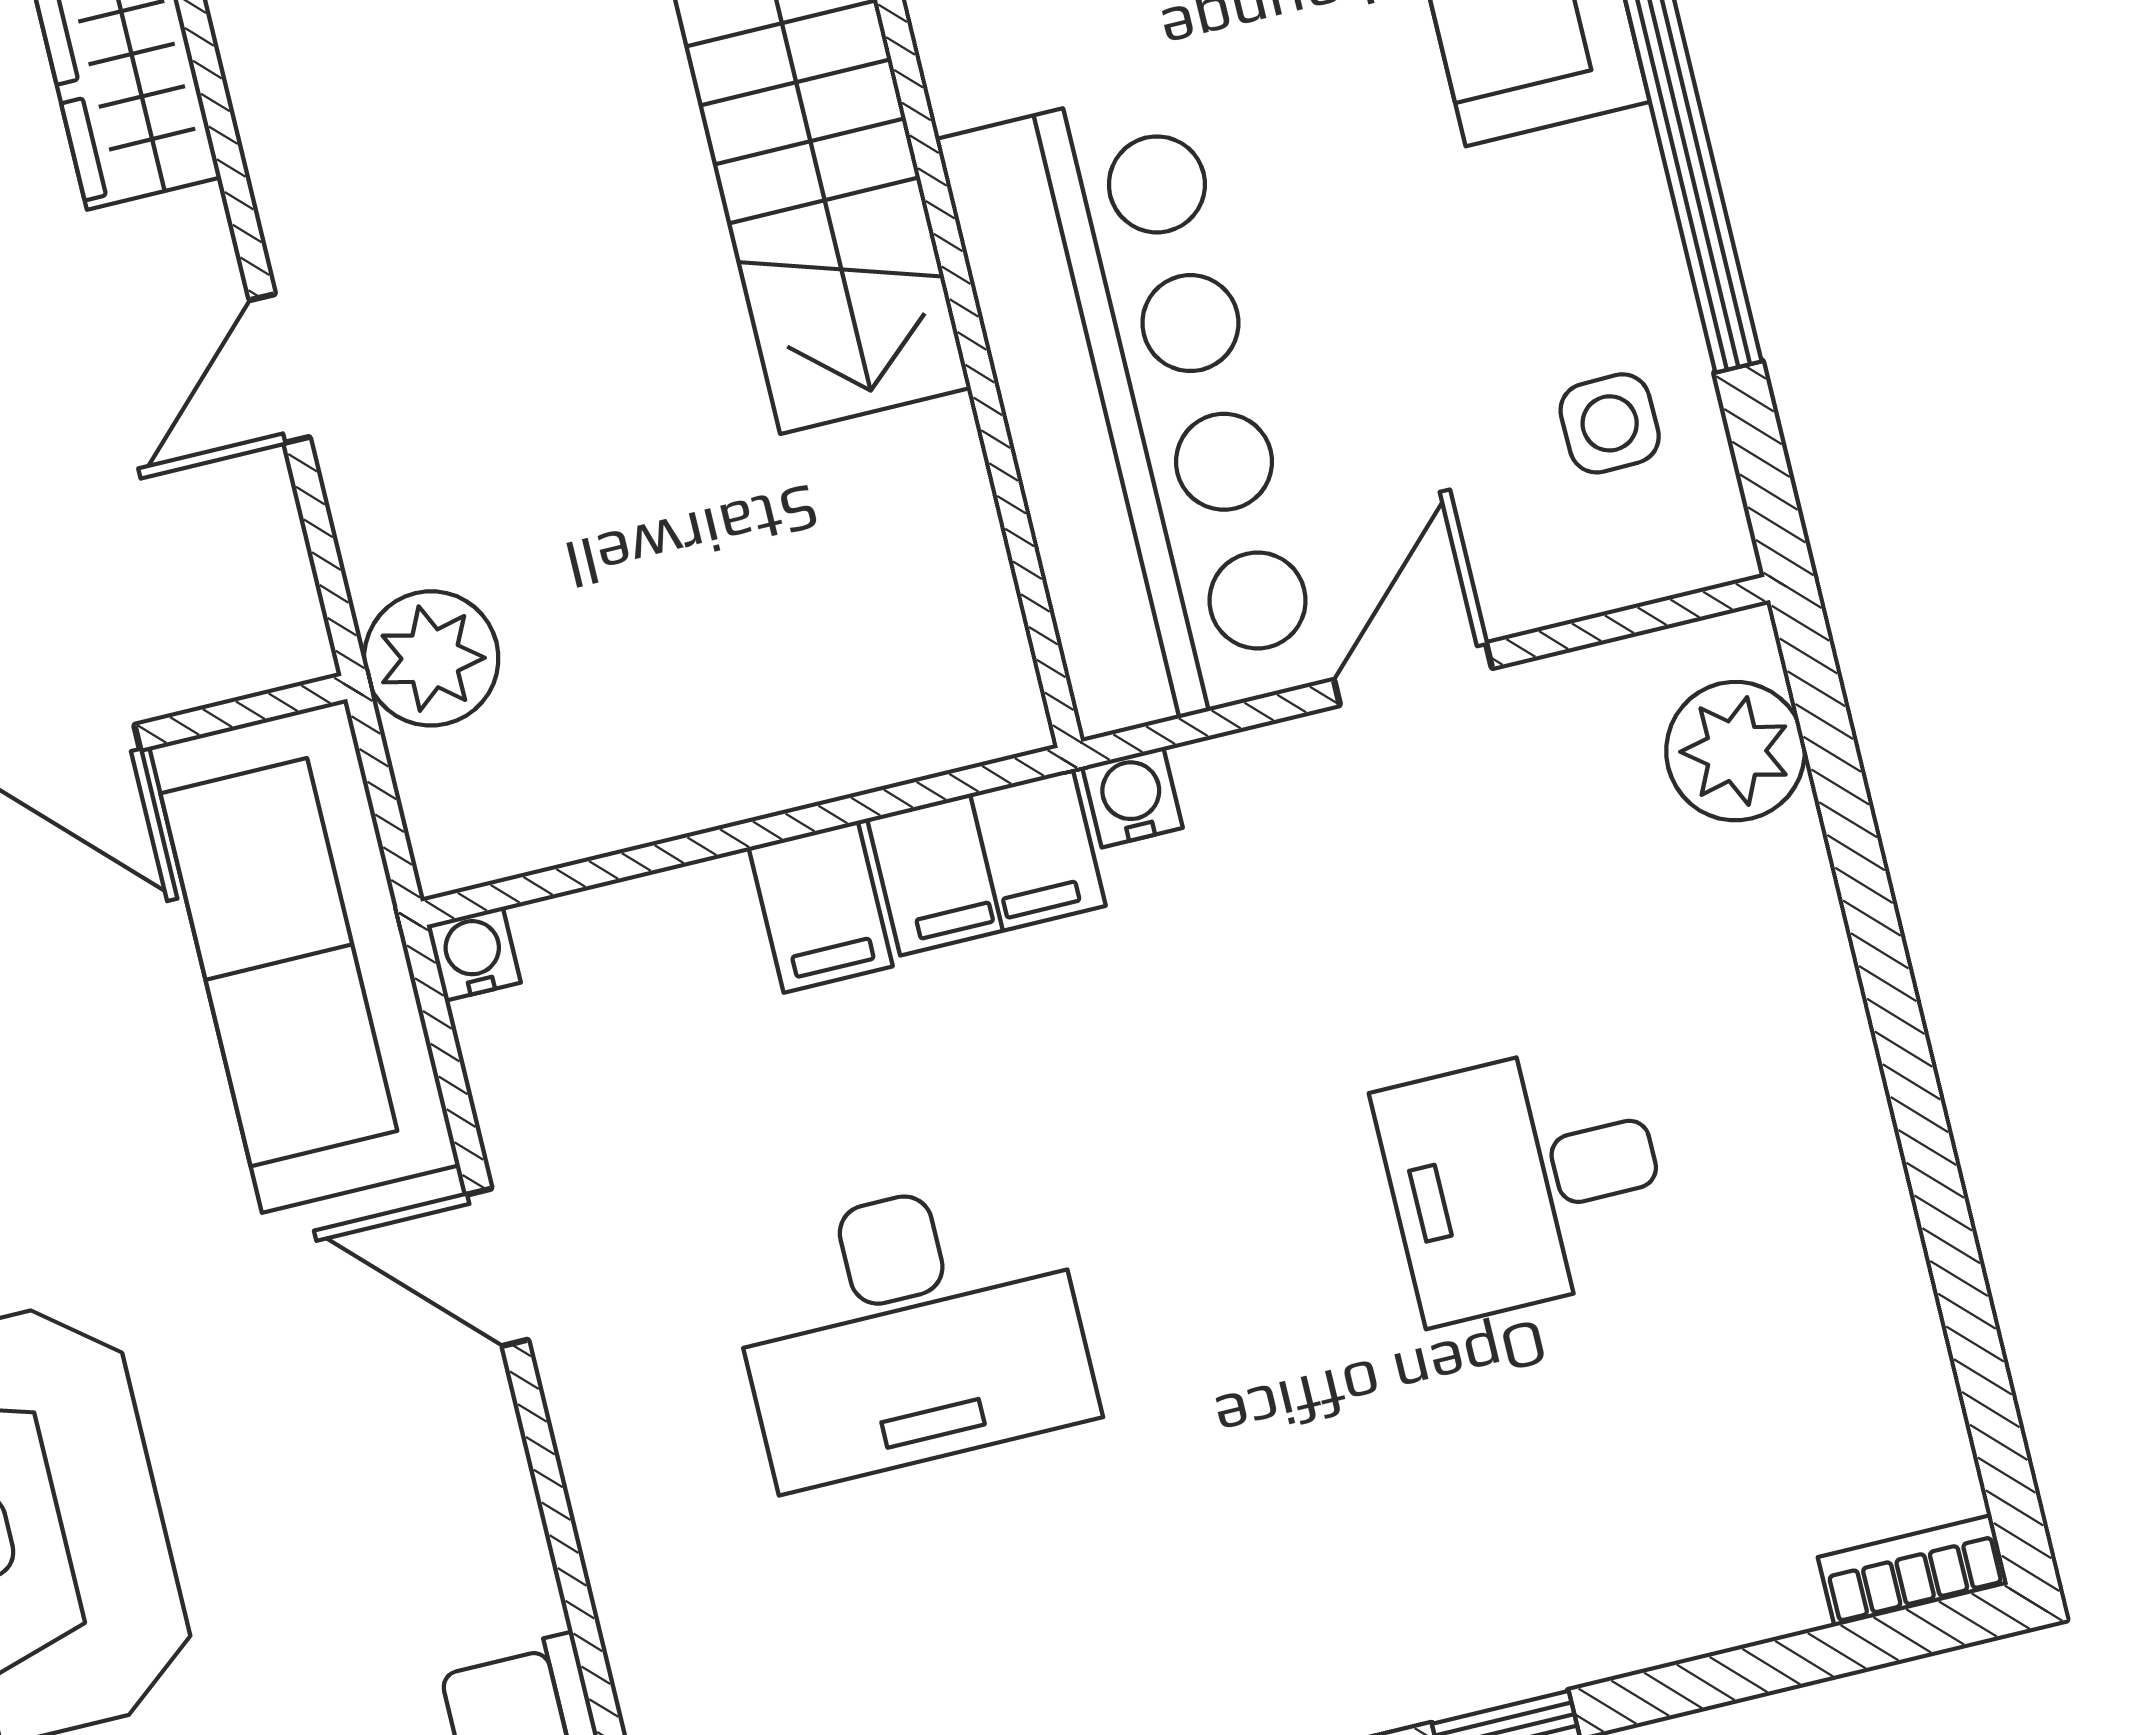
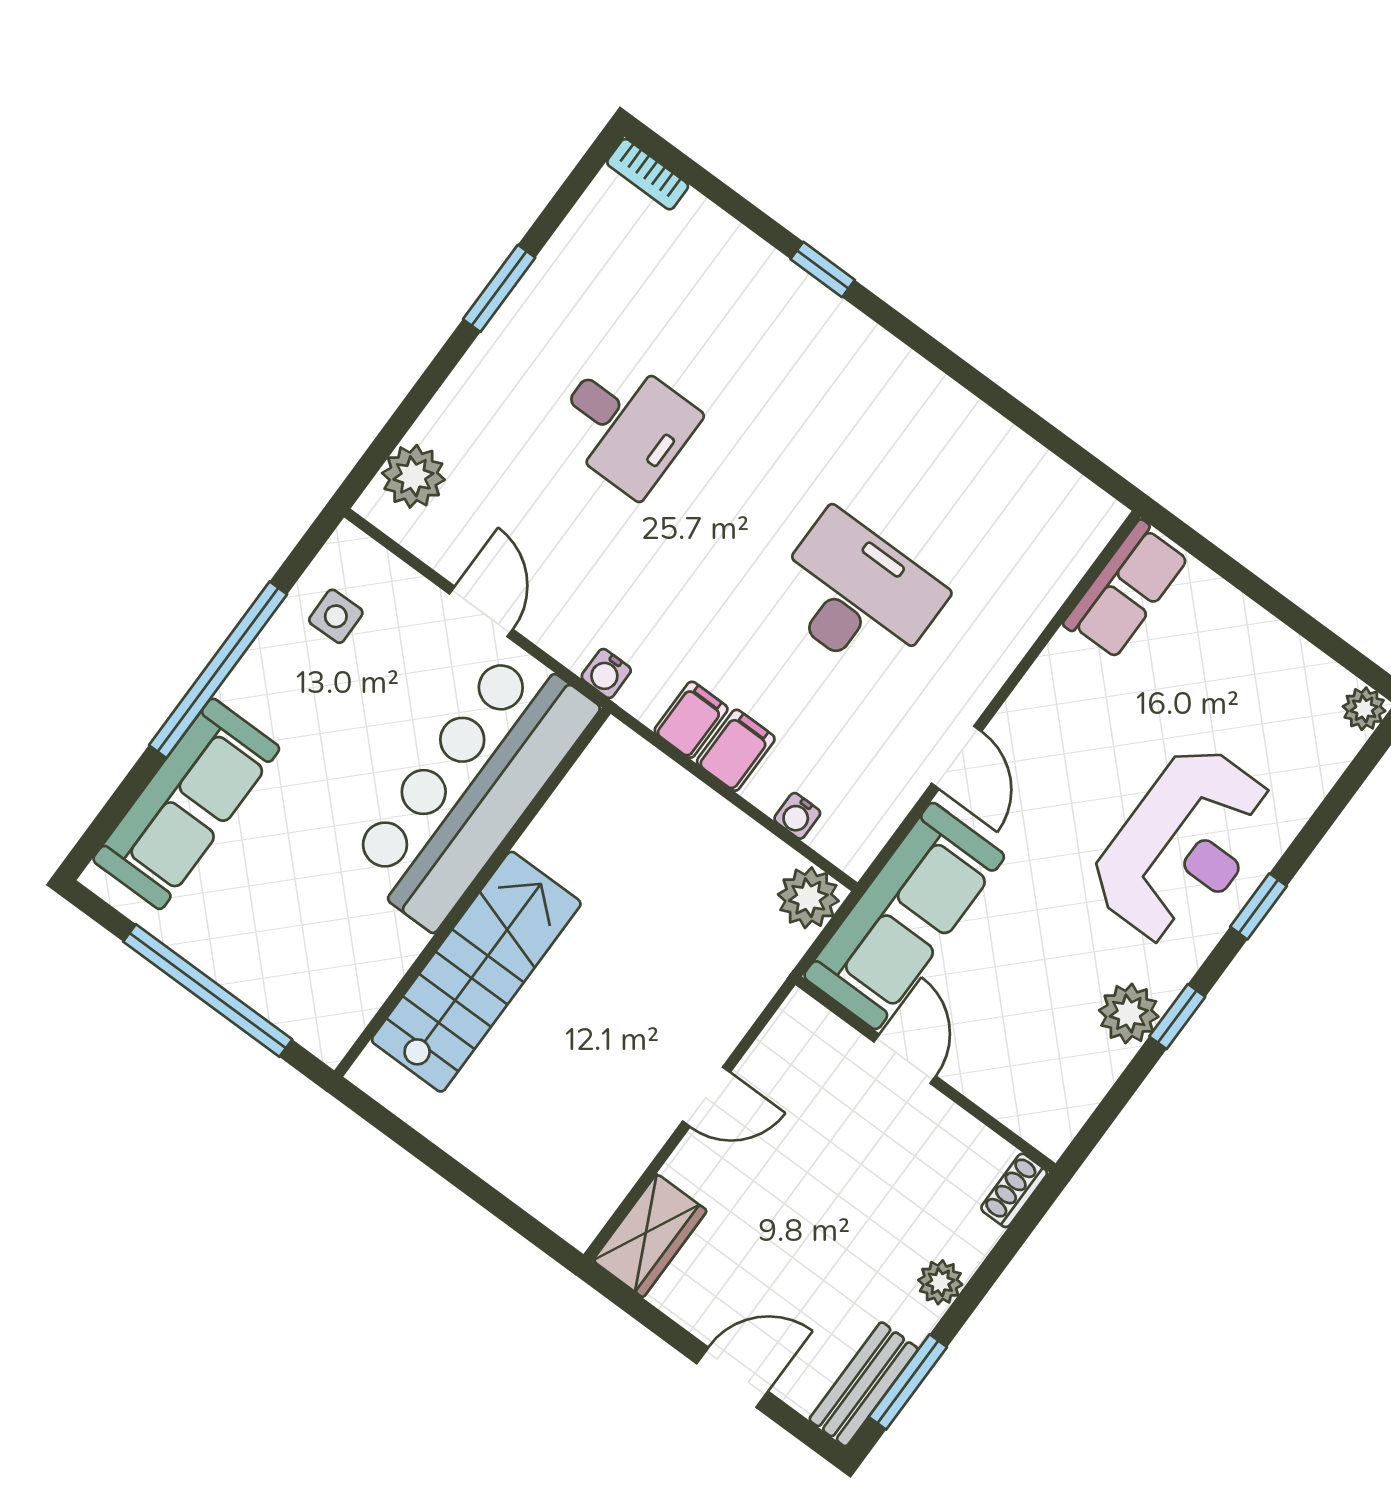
plant: (431, 658) -> (808, 898), moved
door: (1413, 674) -> (481, 612), swing flipped
filing cabinet: (986, 862) -> (691, 720), width x0.50
water cooler: (474, 954) -> (797, 816), moved
window: (1930, 1160) -> (499, 288), added

